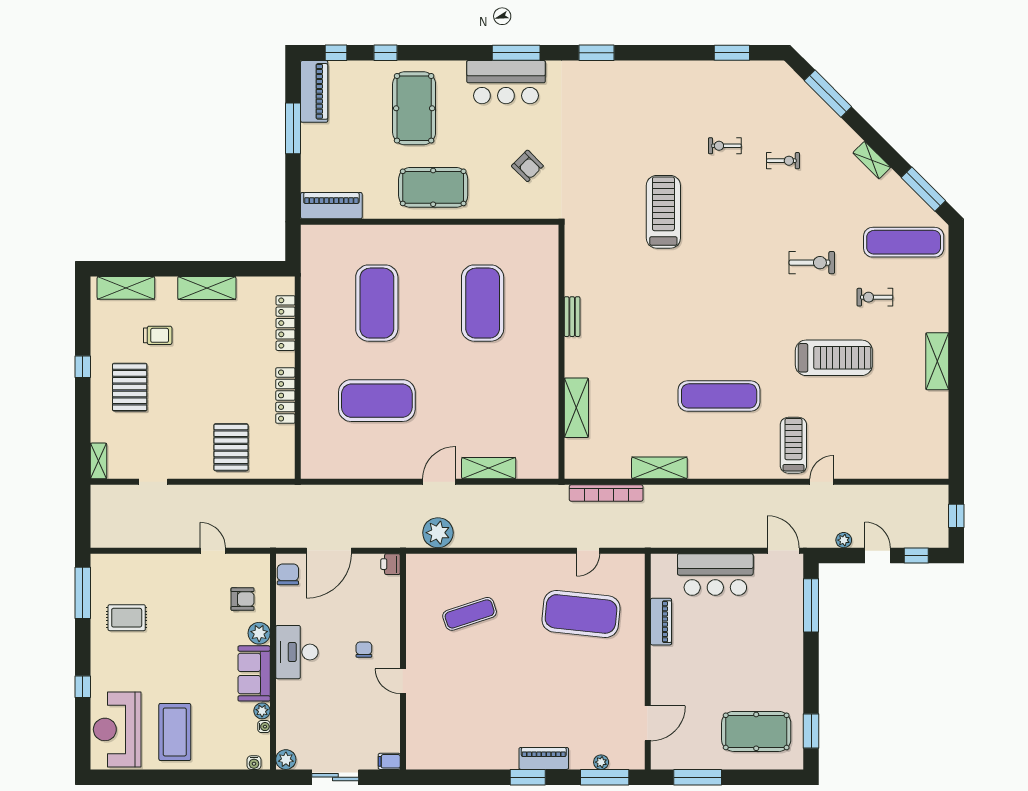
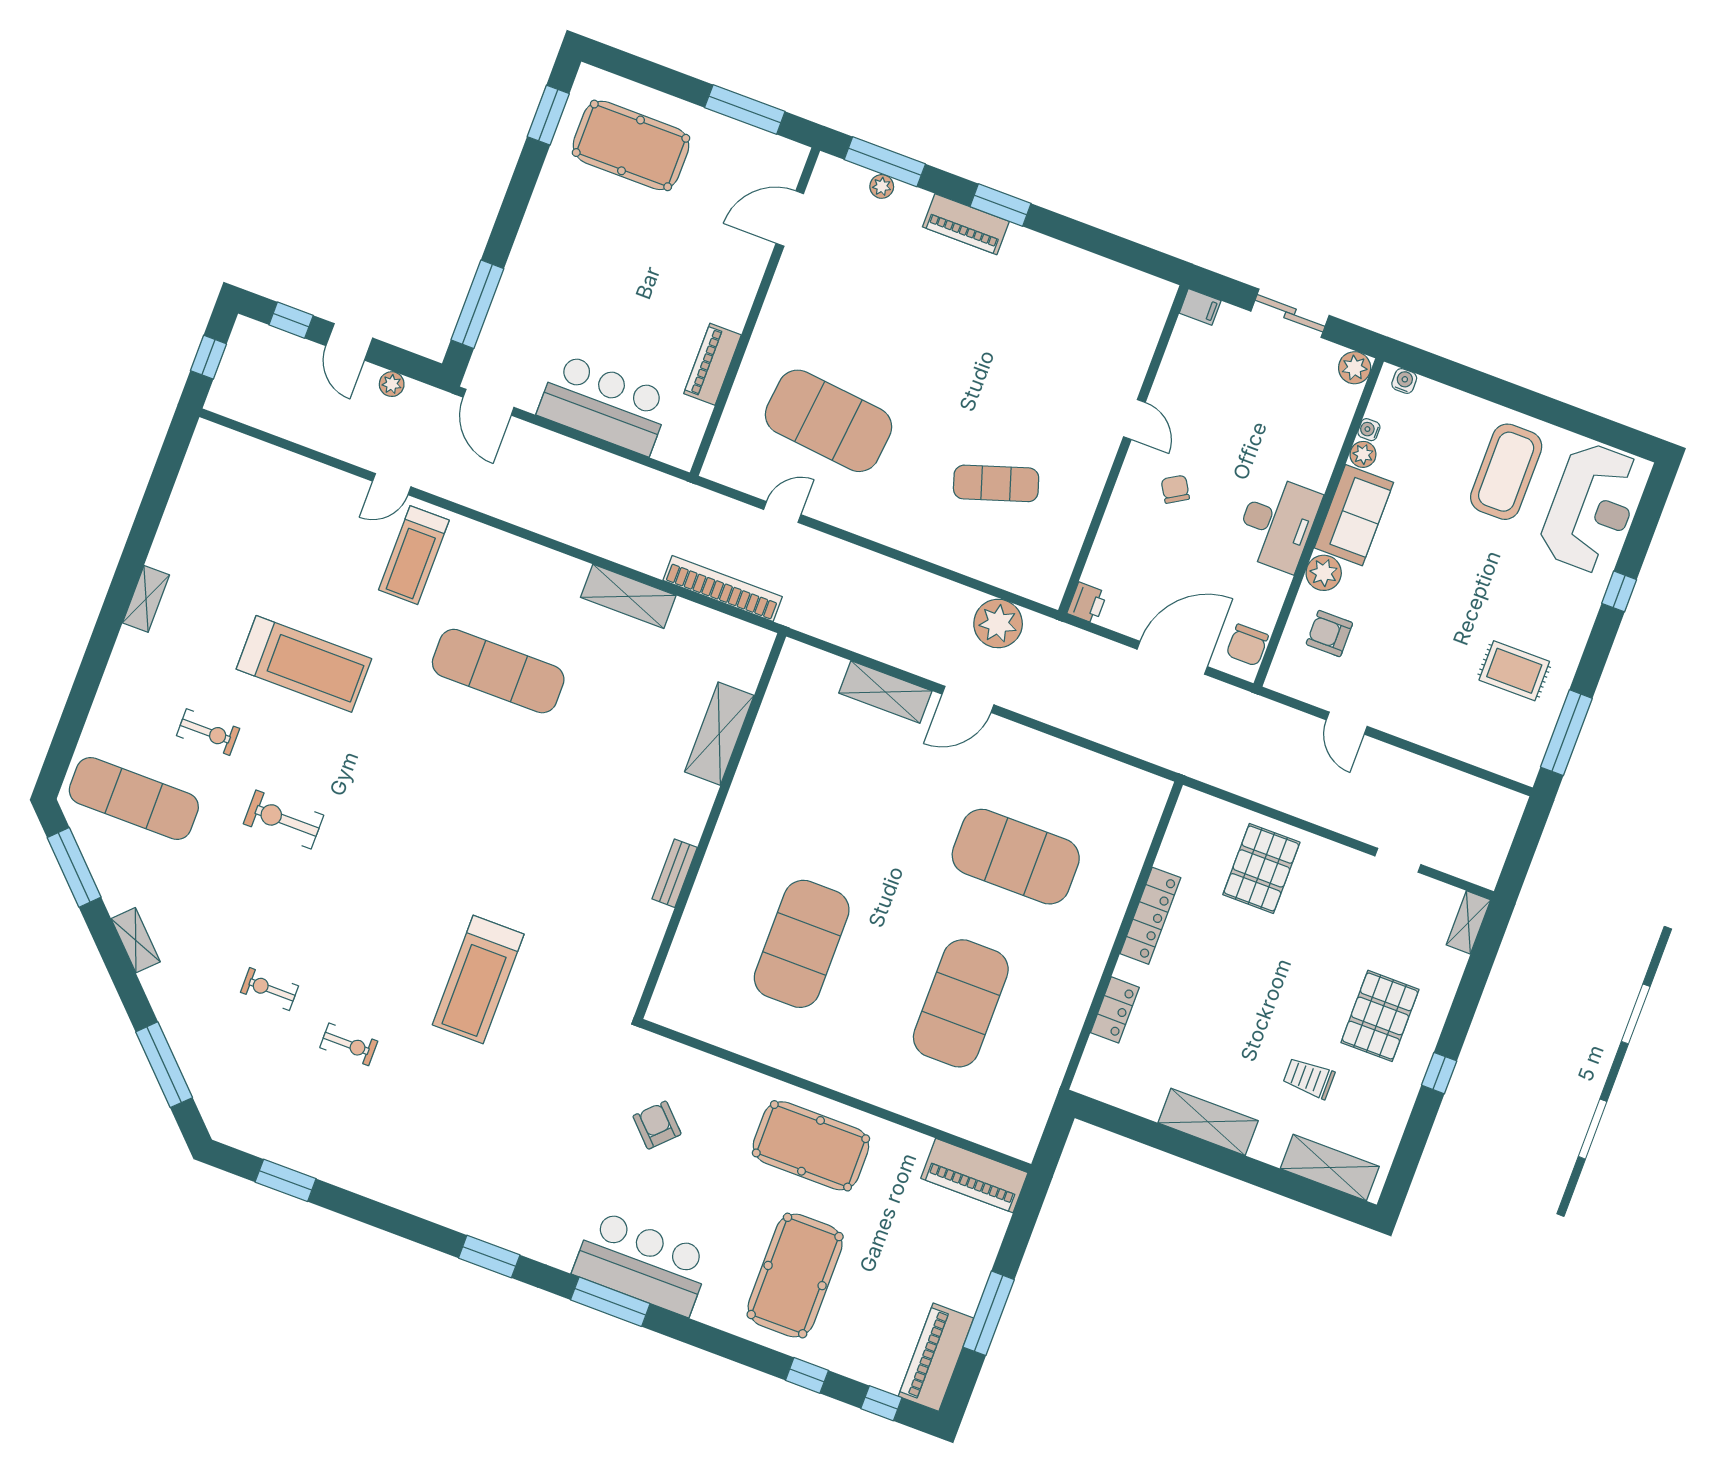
locker: (286, 323) -> (1115, 1010), width x0.66
treadmill: (834, 358) -> (304, 664), turned 180
shelving: (937, 361) -> (146, 599), width x0.67, depth x0.75
chair: (364, 650) -> (1175, 489), turned 149

